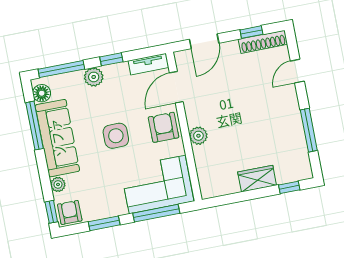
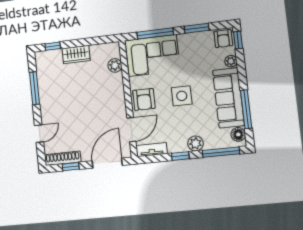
door: (204, 41) -> (107, 163), width x1.36
plant: (198, 136) -> (115, 65), moved

